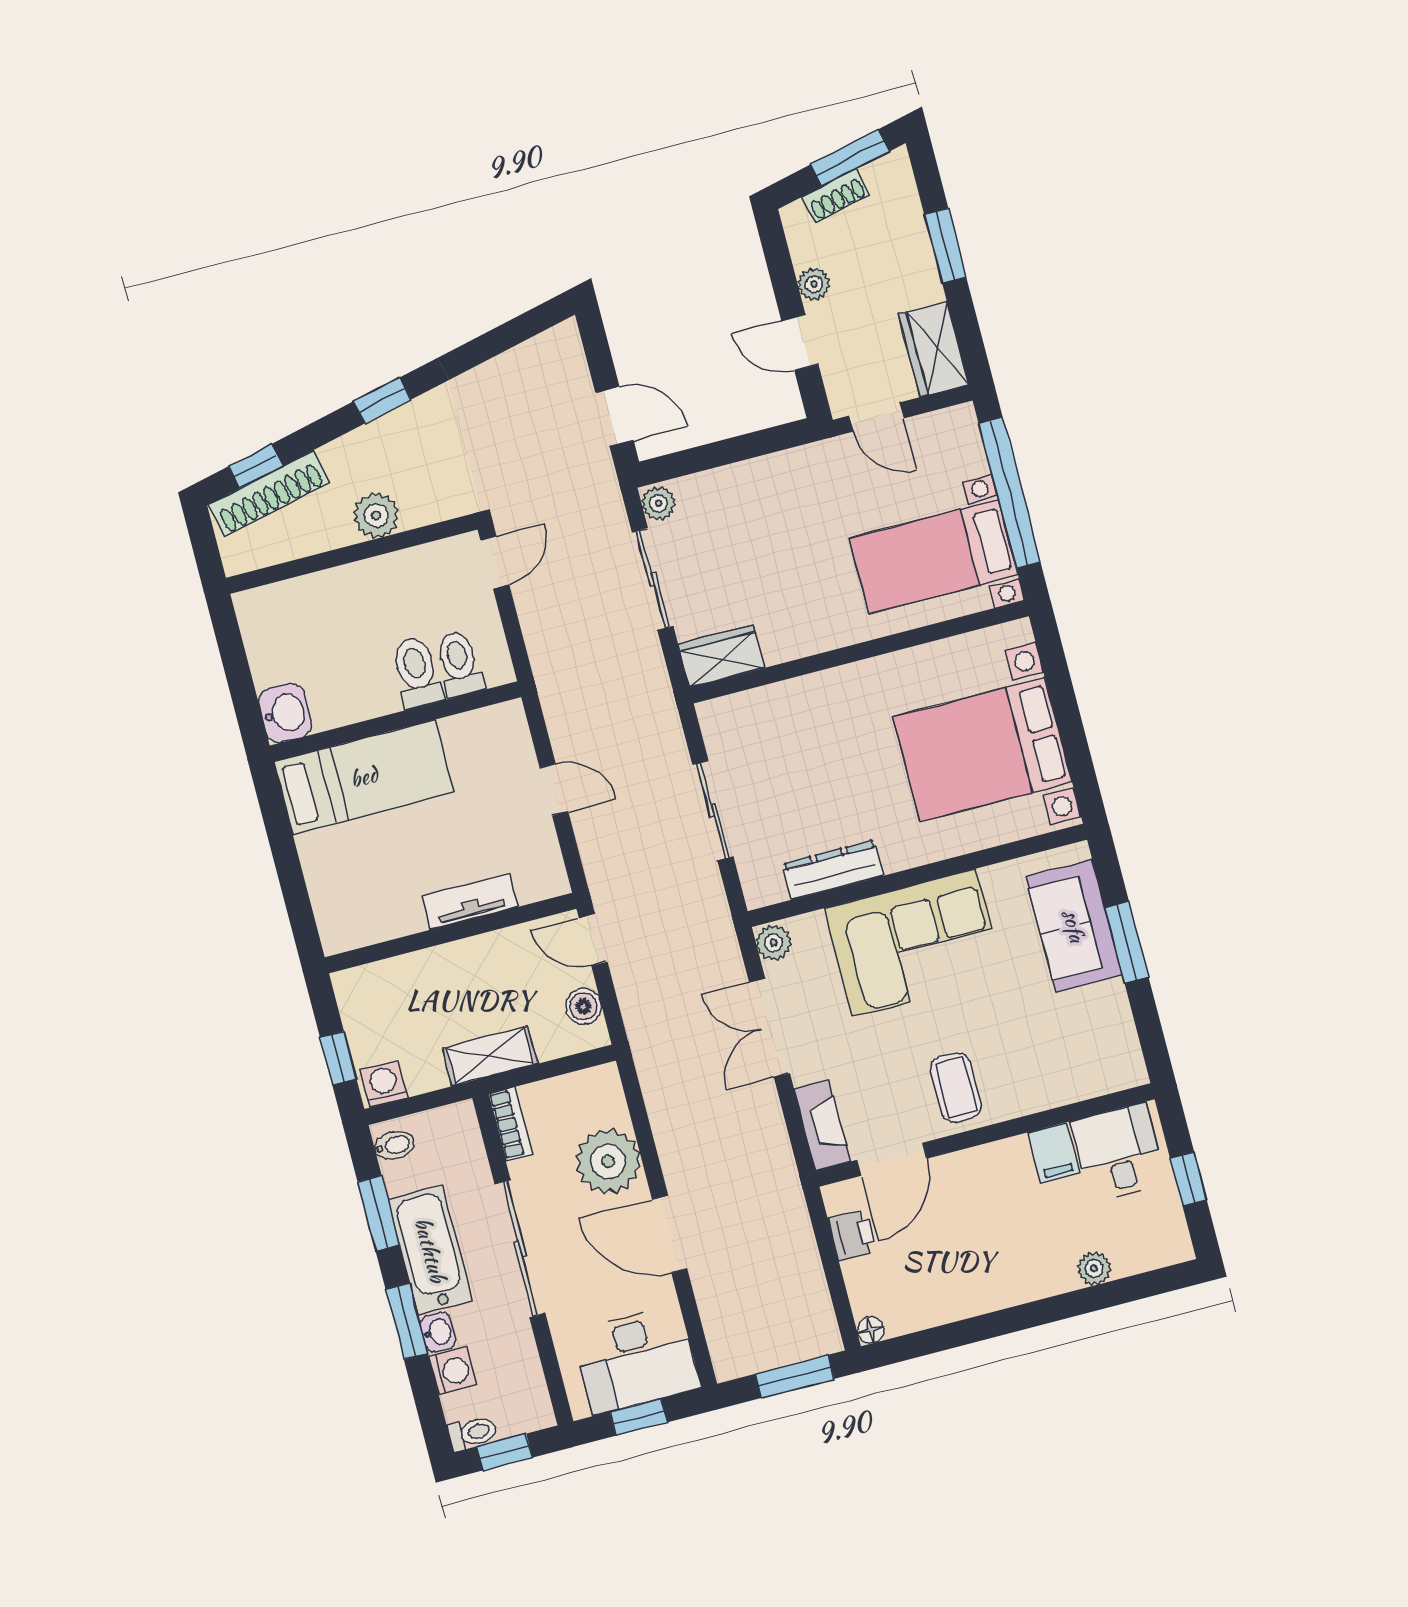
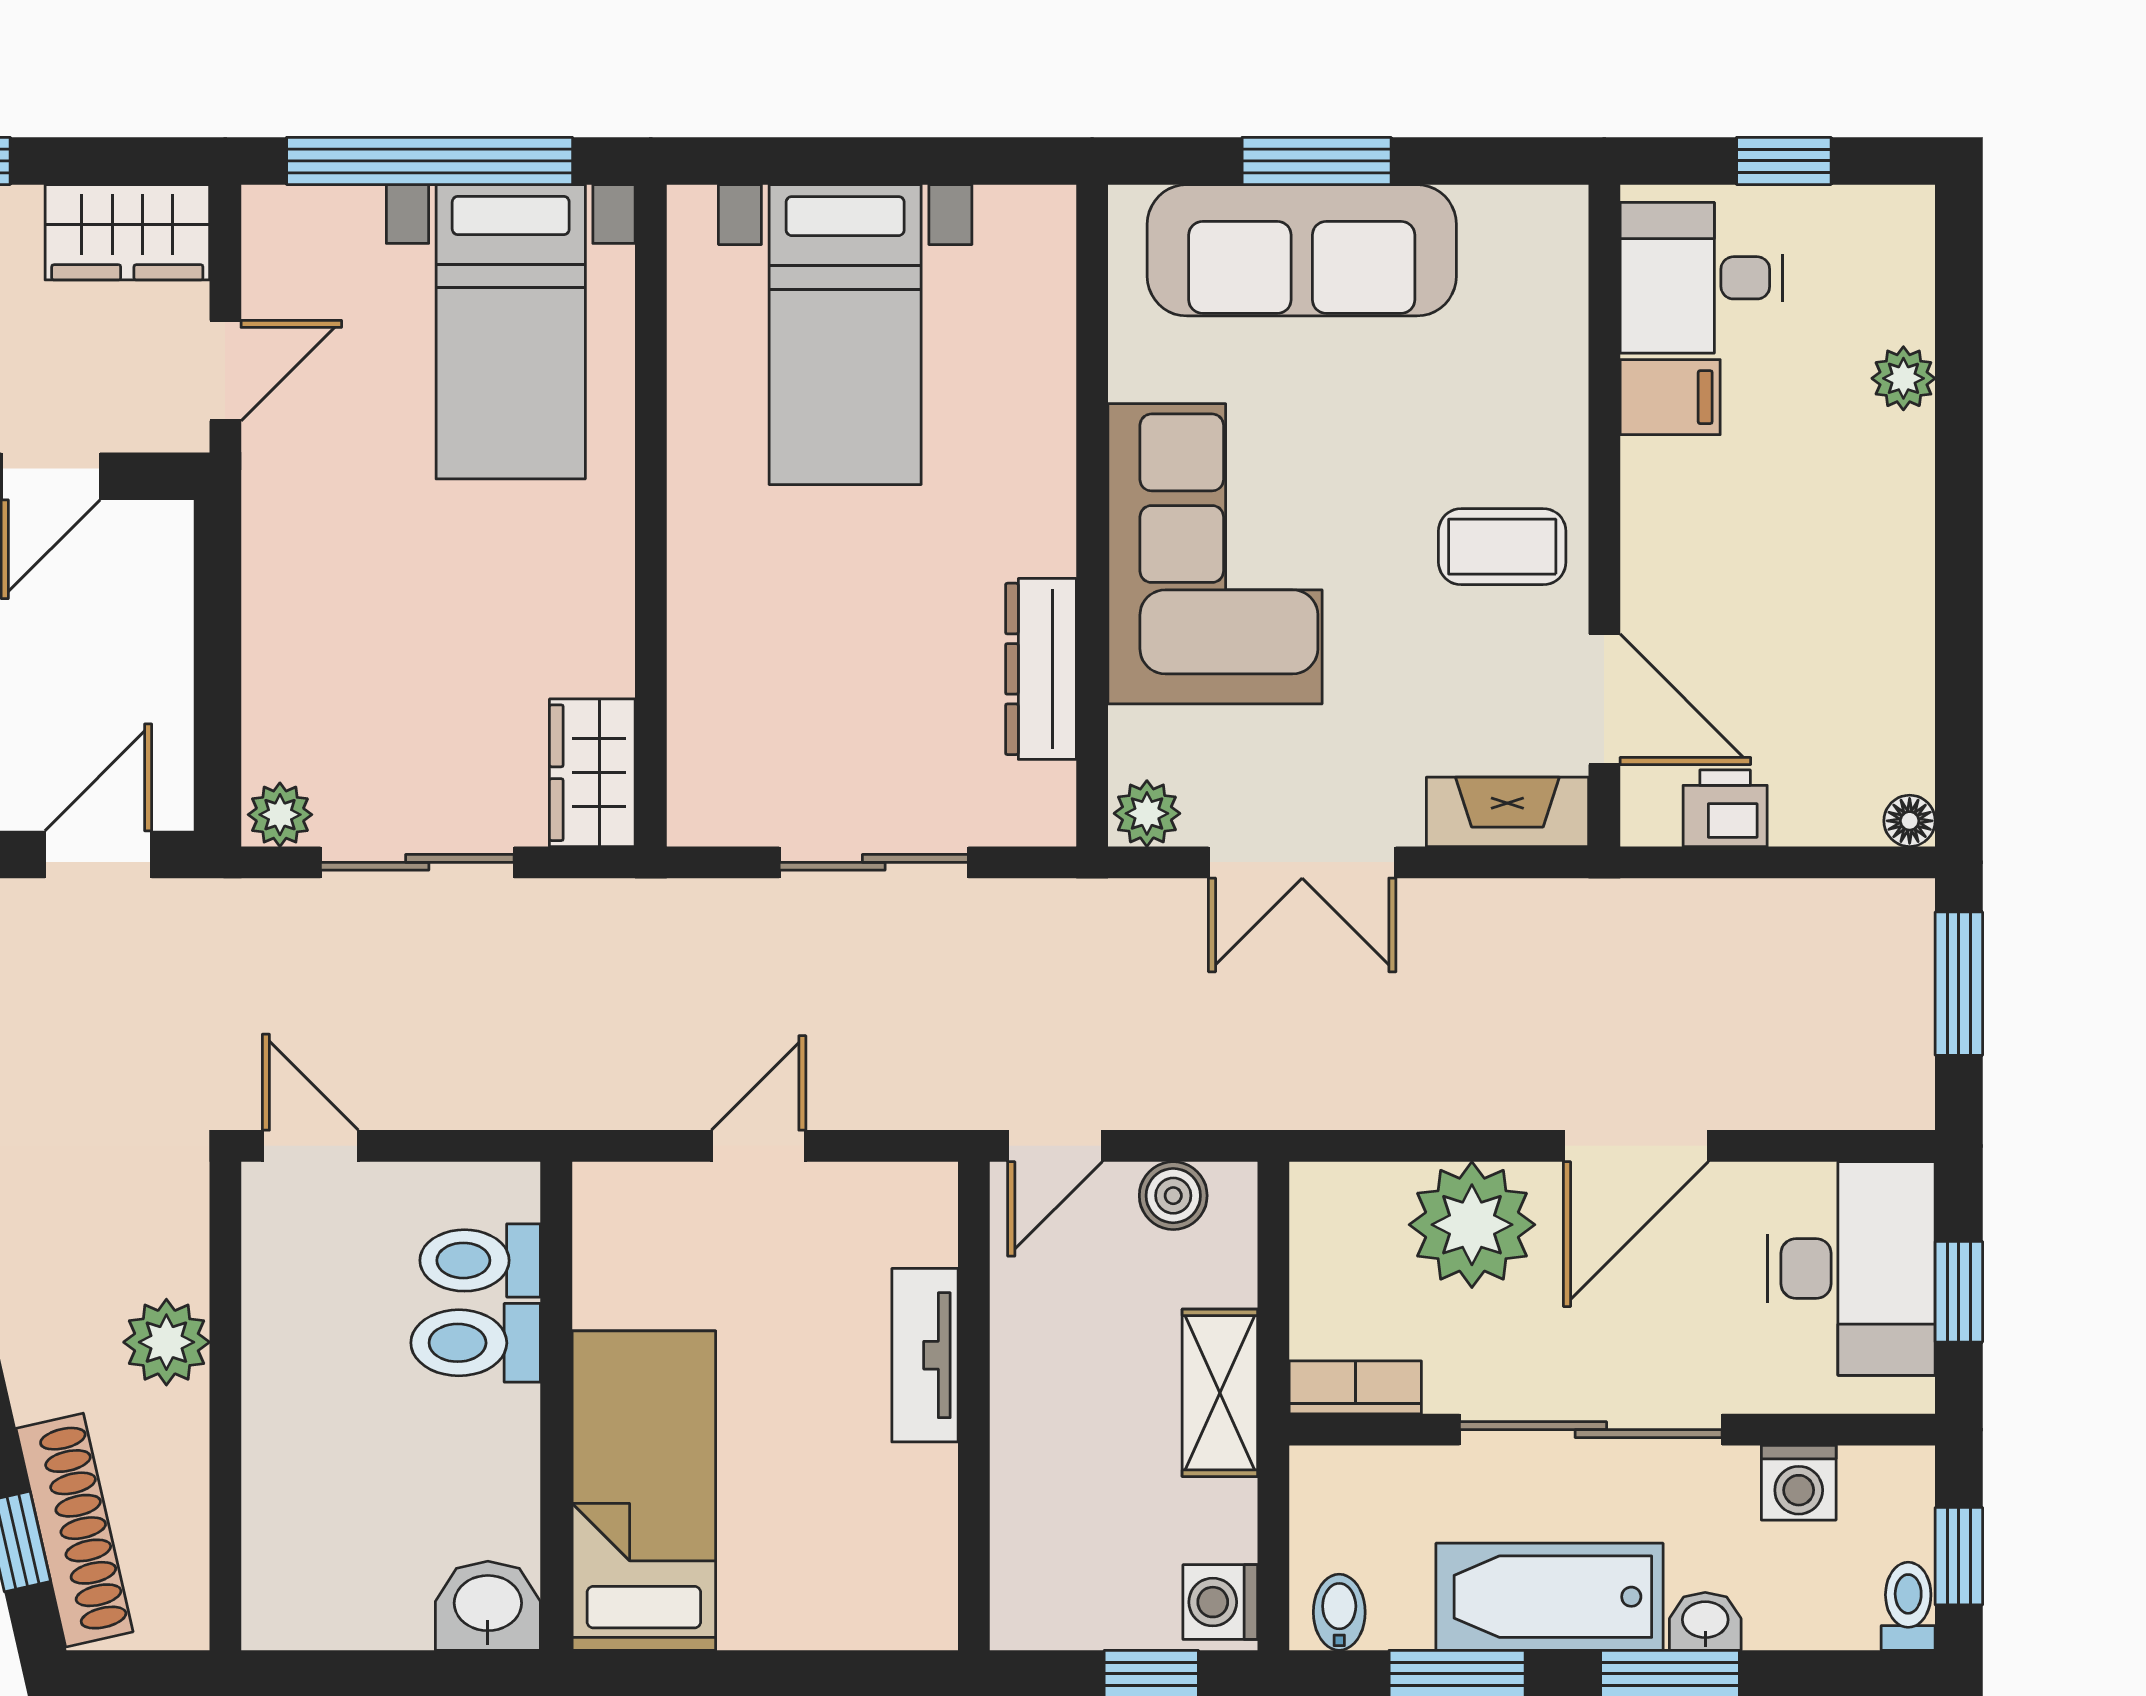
bed with nightstands: (983, 750) -> (845, 335), width x0.73
sofa: (1074, 926) -> (1302, 250), width x1.36
washing machine: (453, 1371) -> (1799, 1483), moved, turned 180

